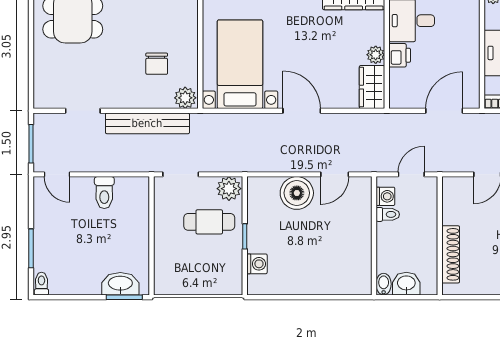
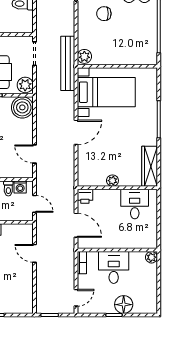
printer: (400, 55) -> (85, 196), moved
chair: (157, 64) -> (104, 14), moved
wardrobe: (372, 87) -> (91, 178), removed
bench: (147, 123) -> (68, 63), moved
boiler: (297, 193) -> (22, 107), moved

